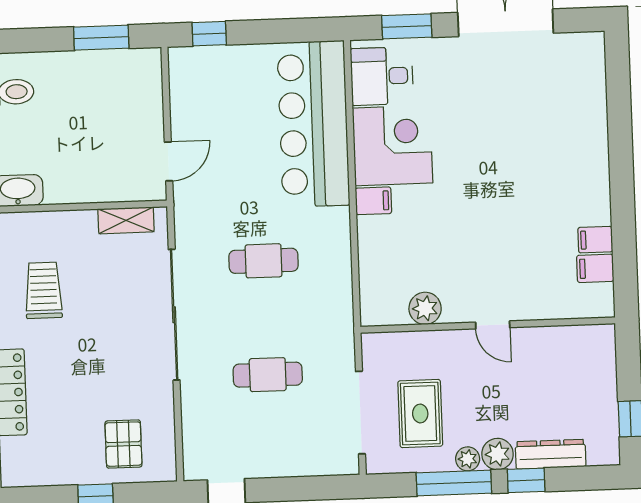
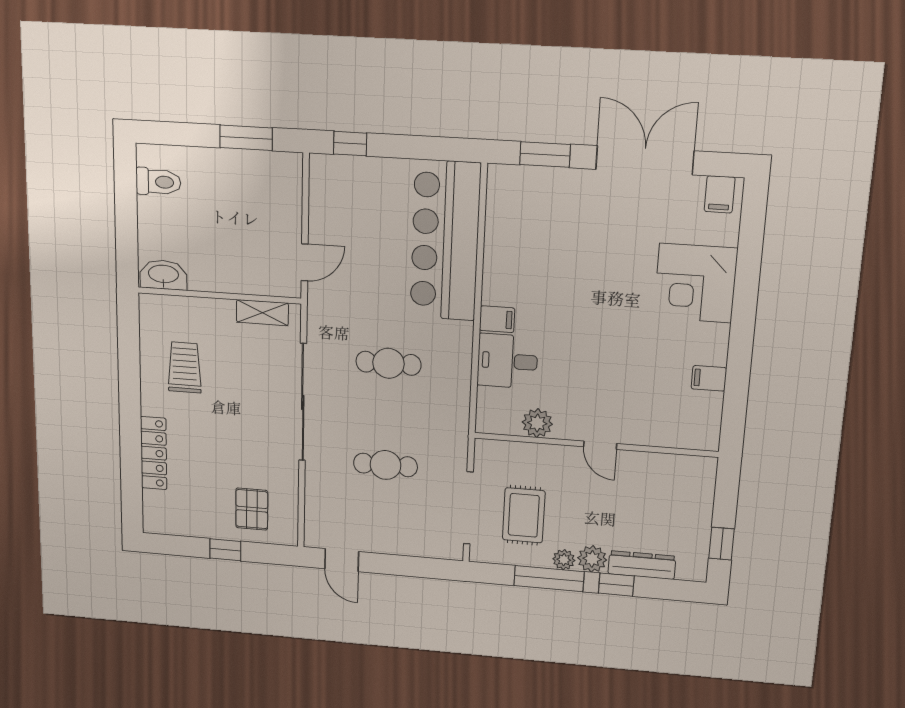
desk: (382, 76) -> (507, 361), moved
corner desk: (393, 145) -> (695, 283), moved, turned 180
filing cabinet: (595, 268) -> (720, 194), moved, turned -90

